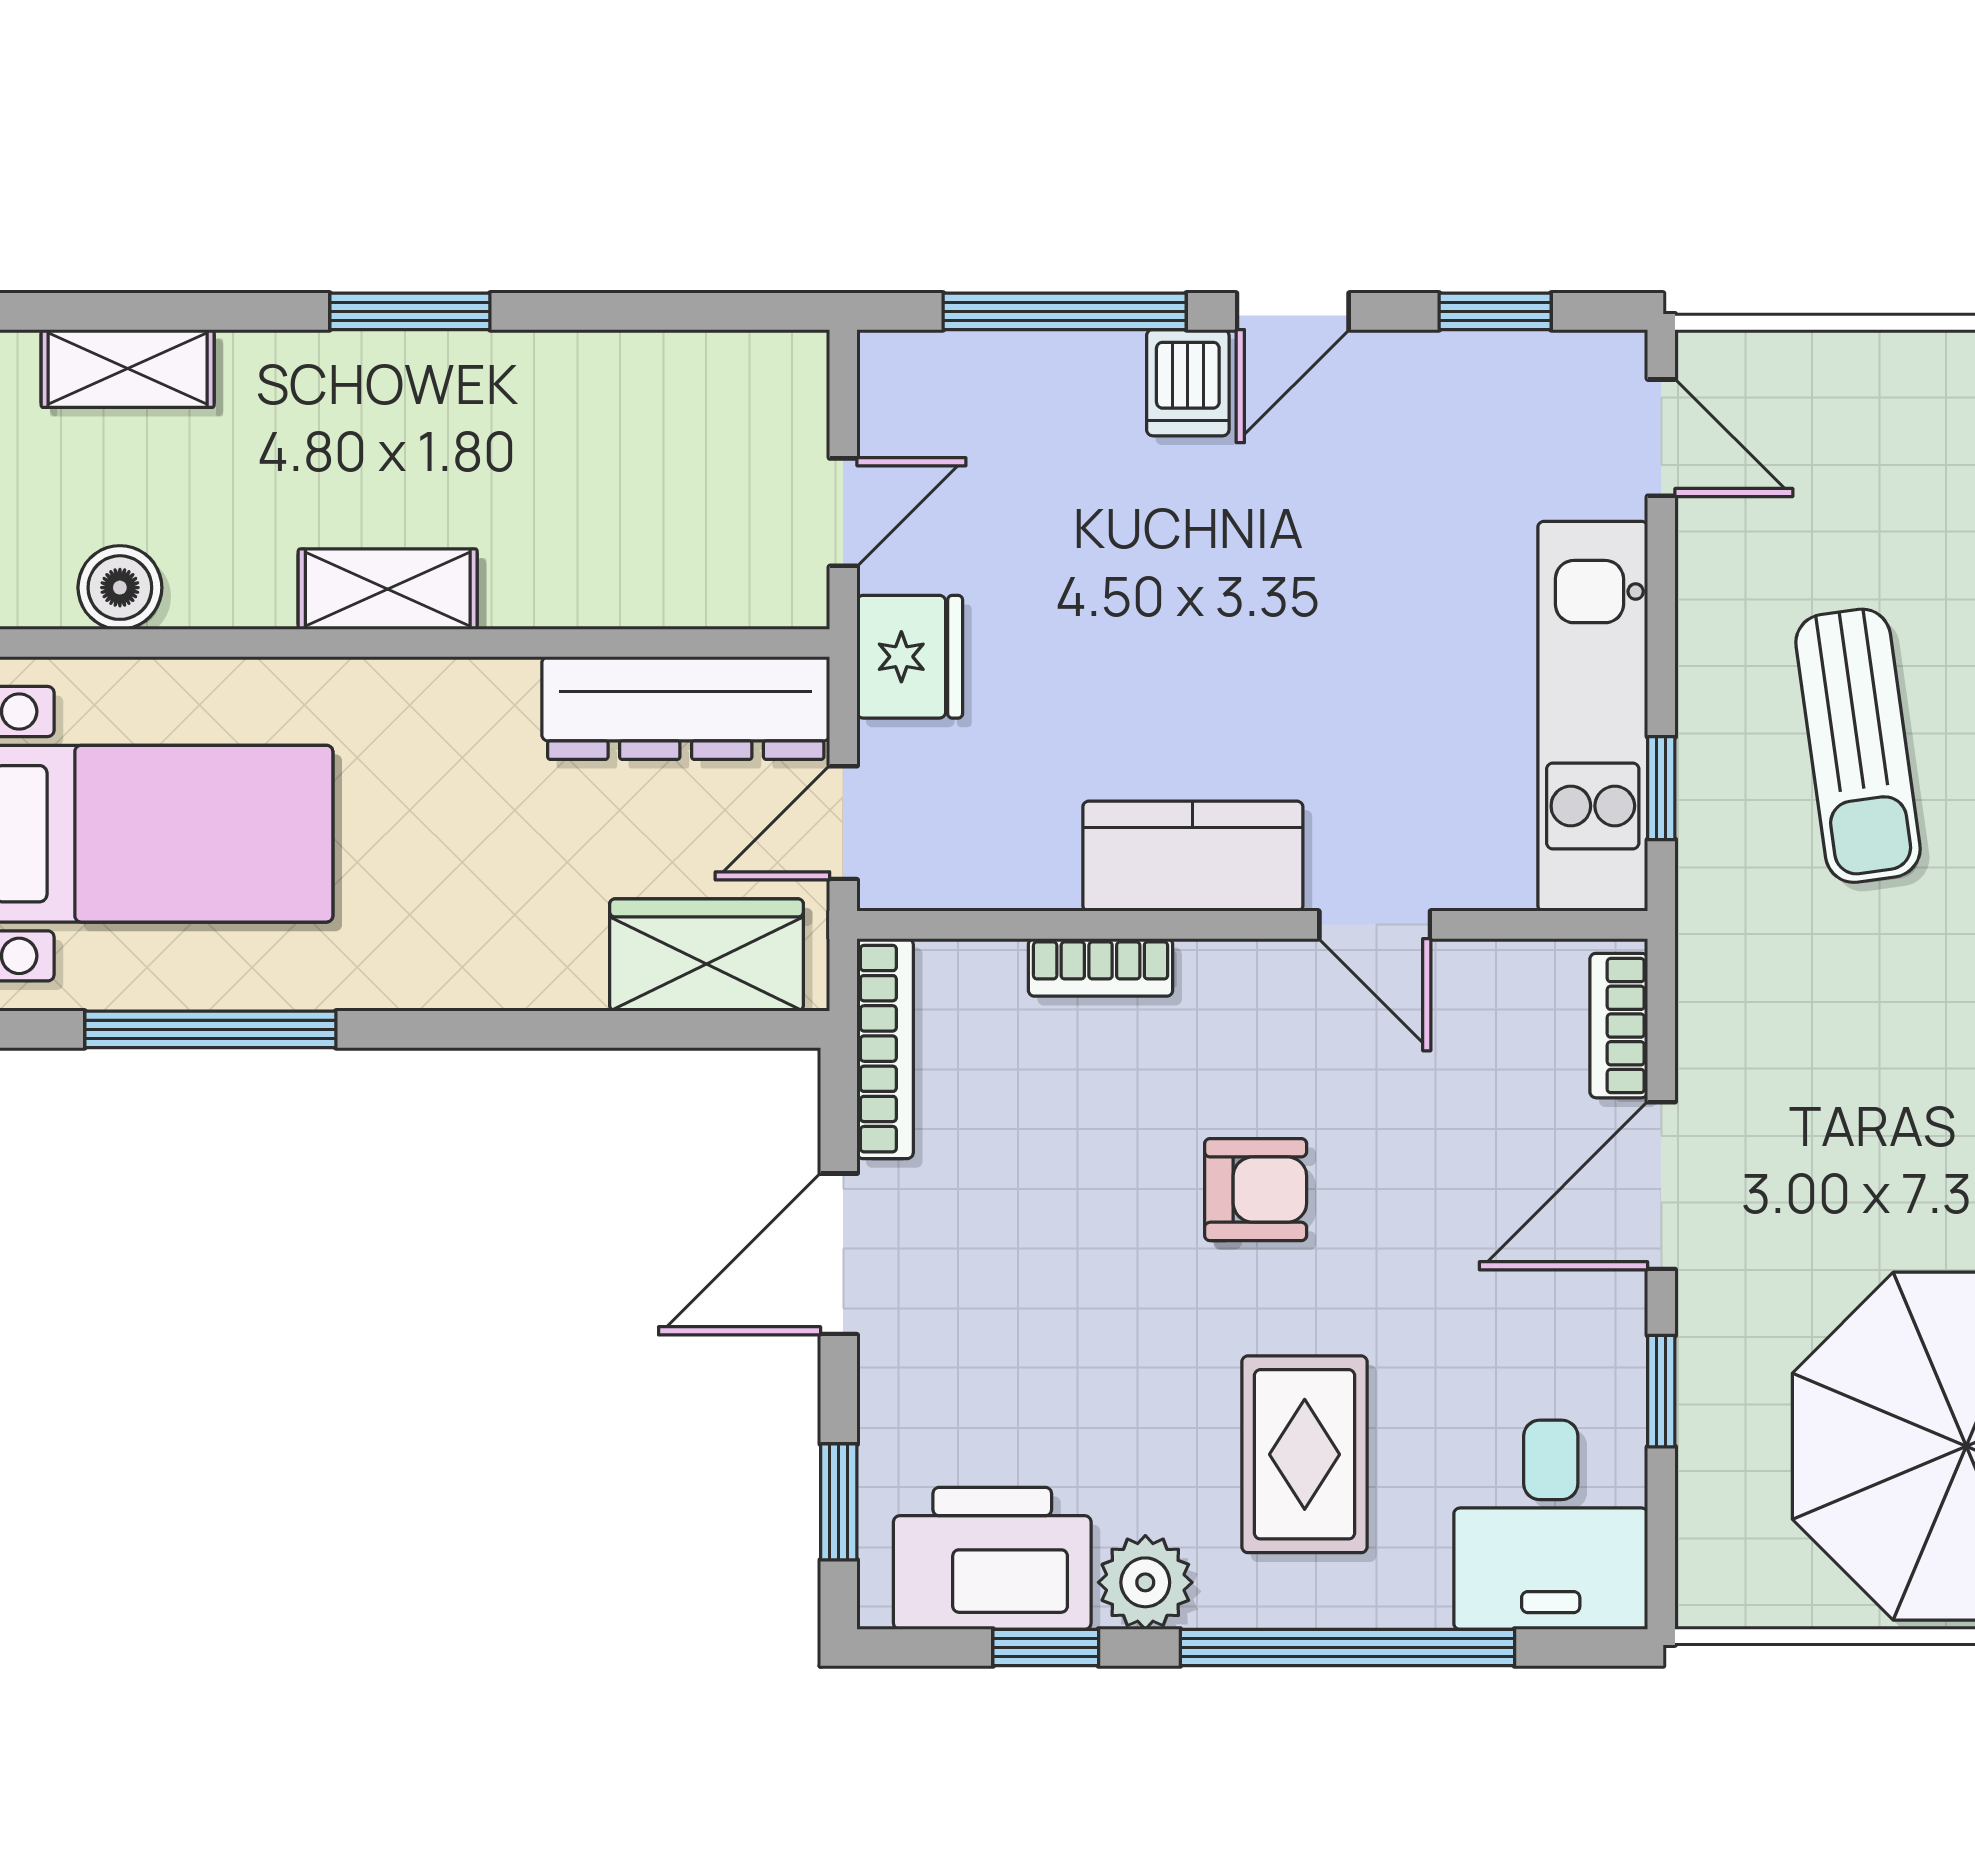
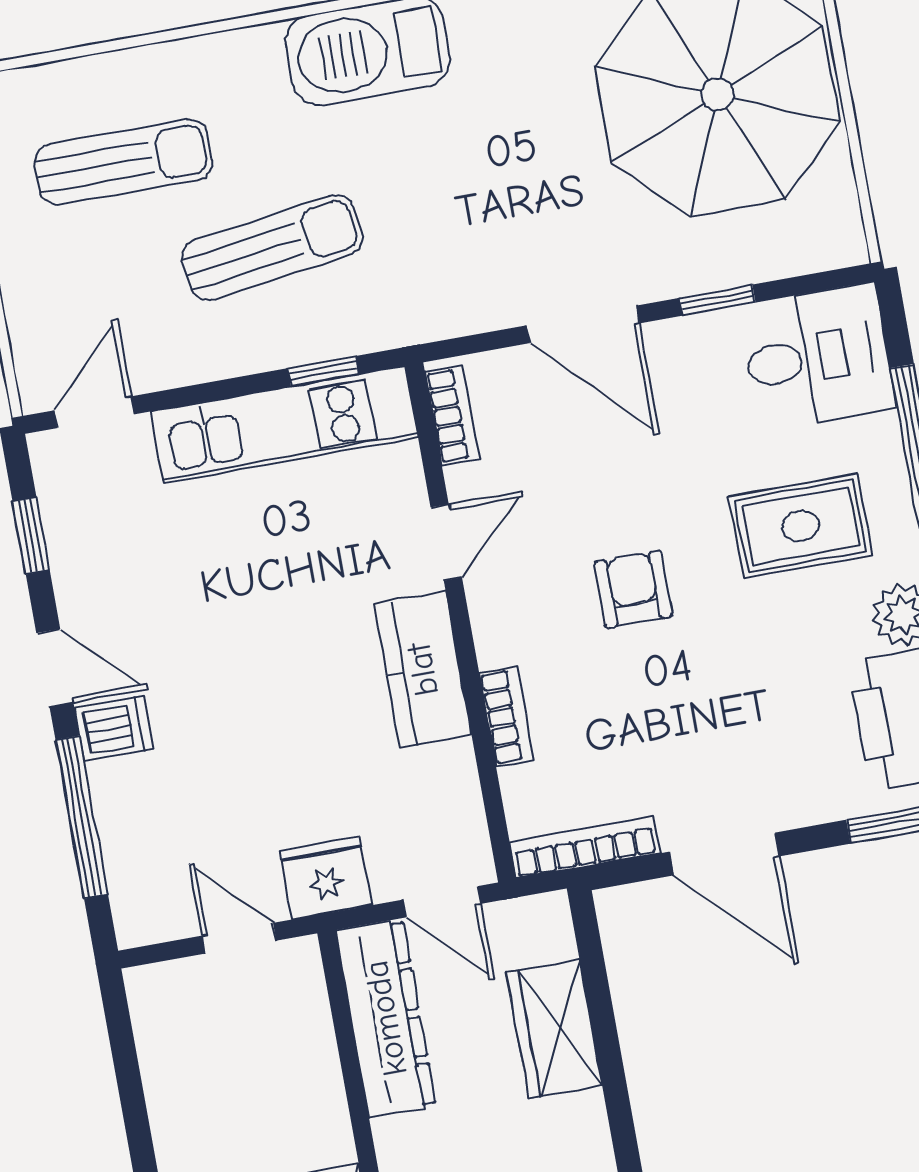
wardrobe: (706, 955) -> (554, 1029), moved
bookcase: (1619, 1026) -> (452, 415), moved, turned -90

